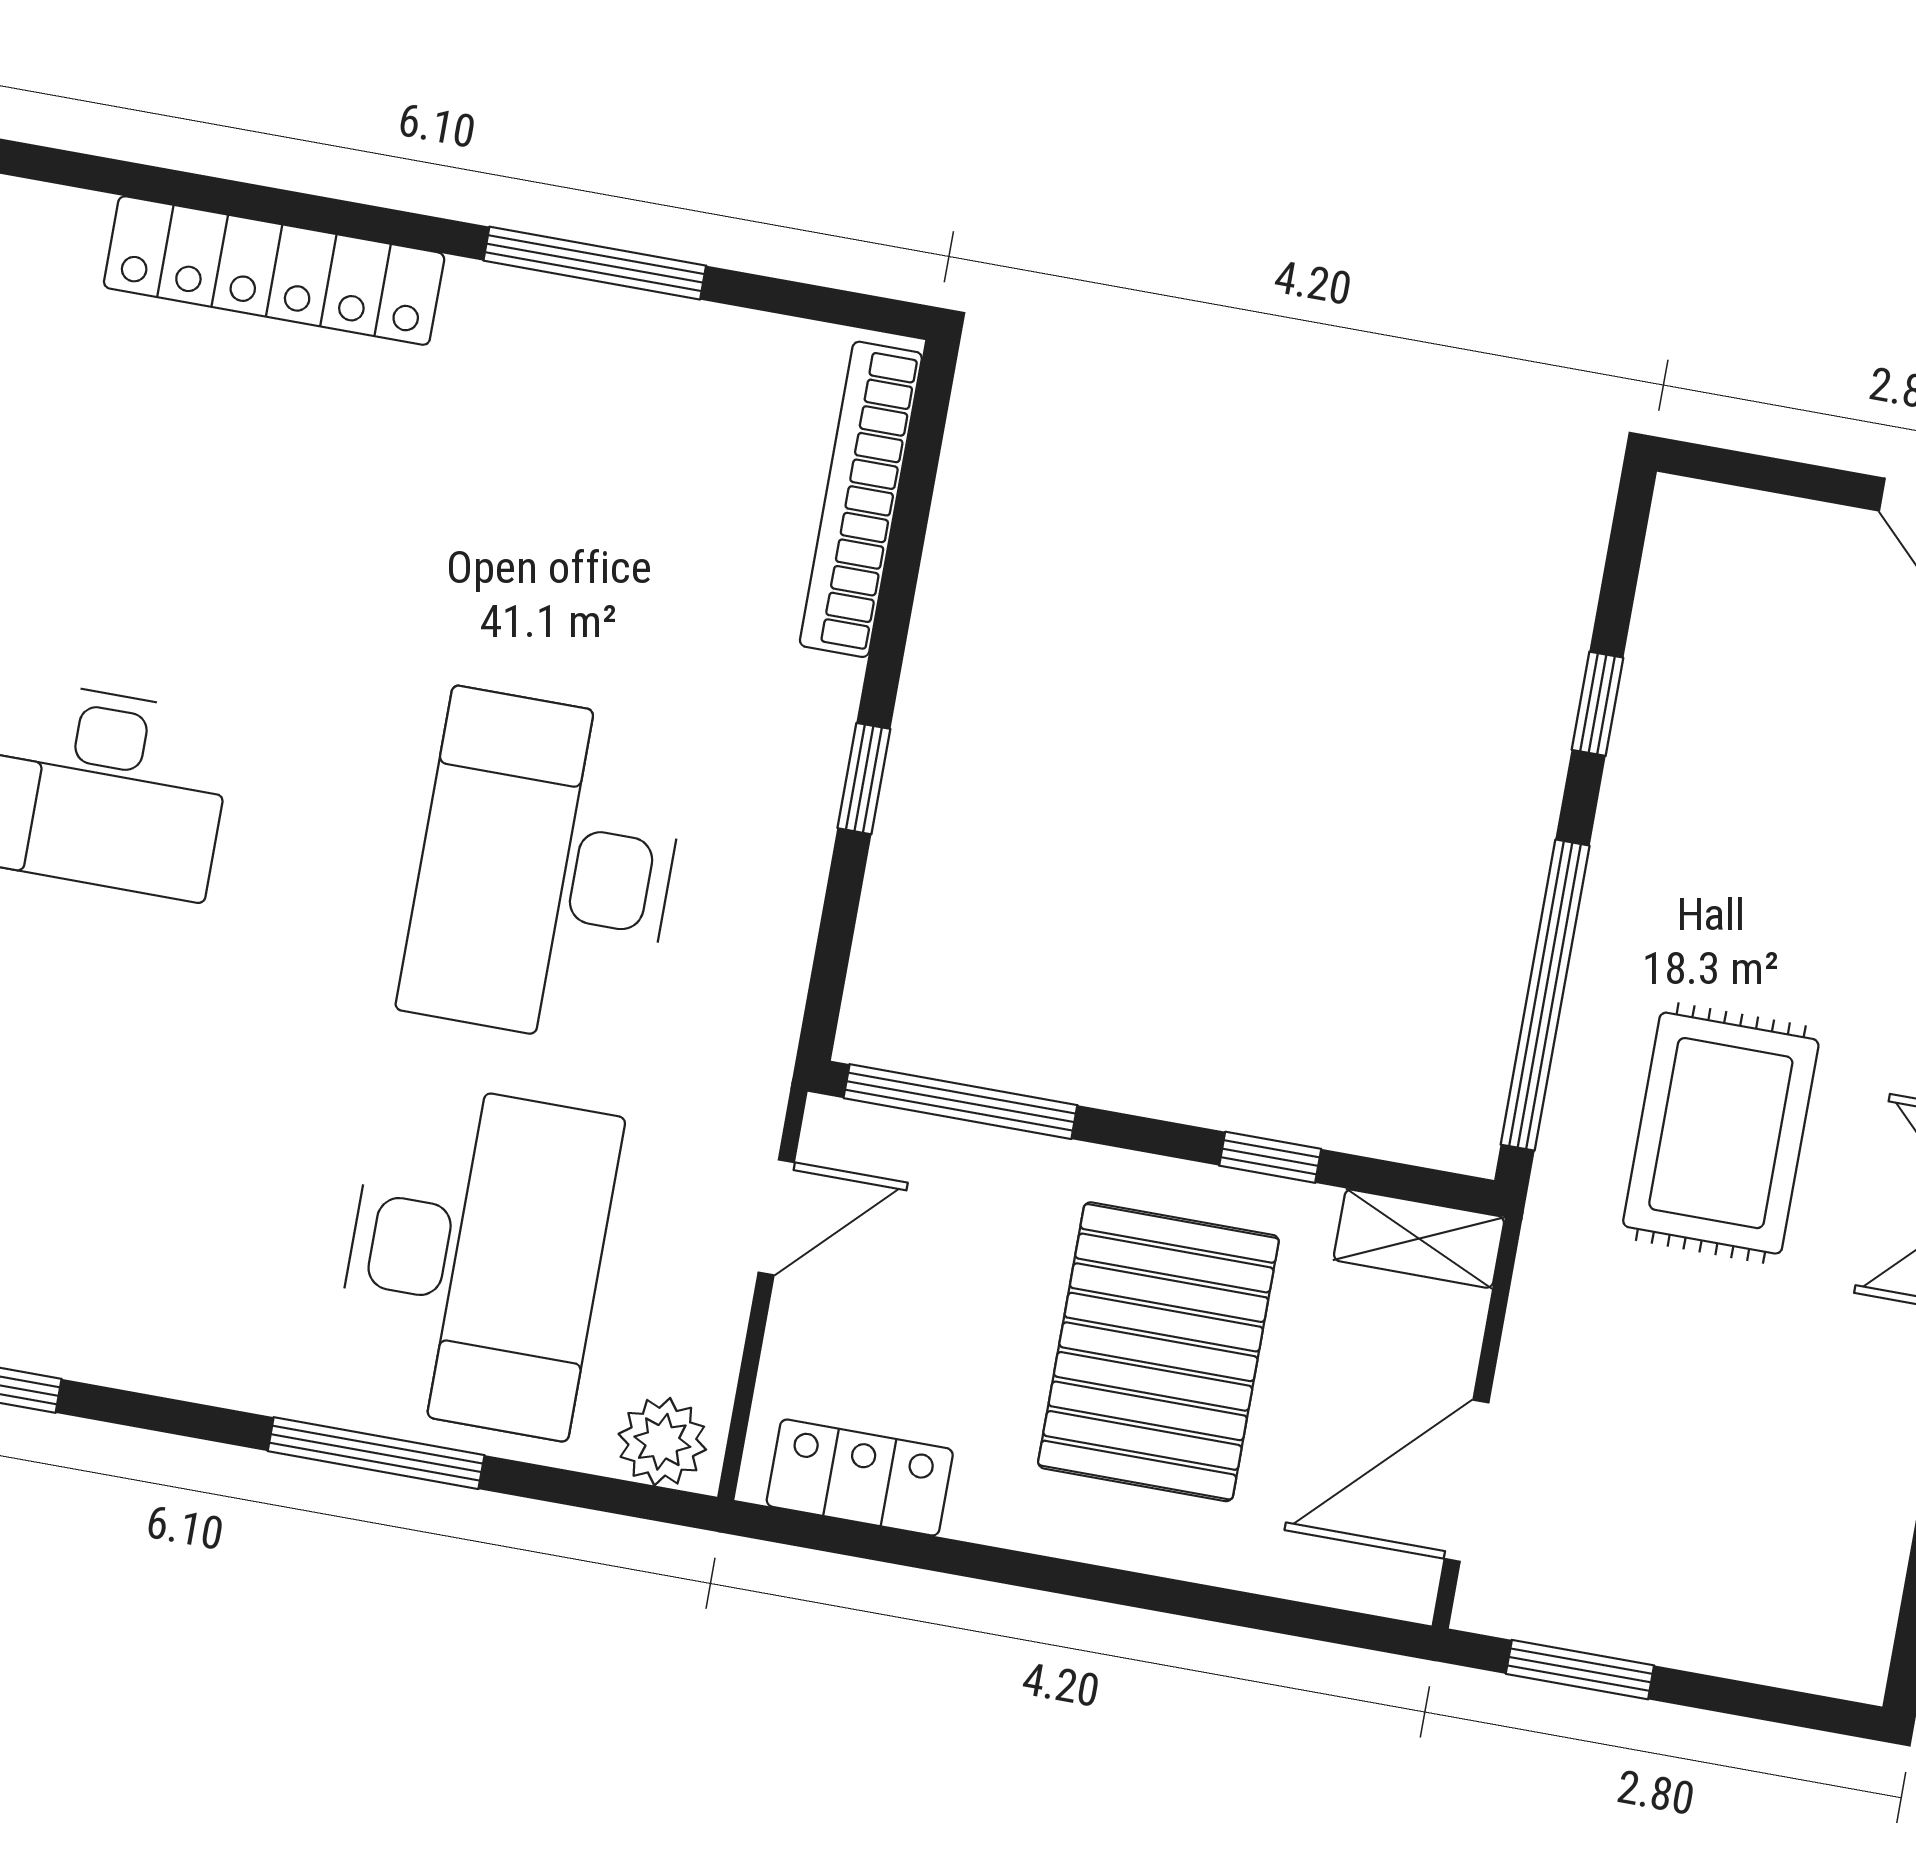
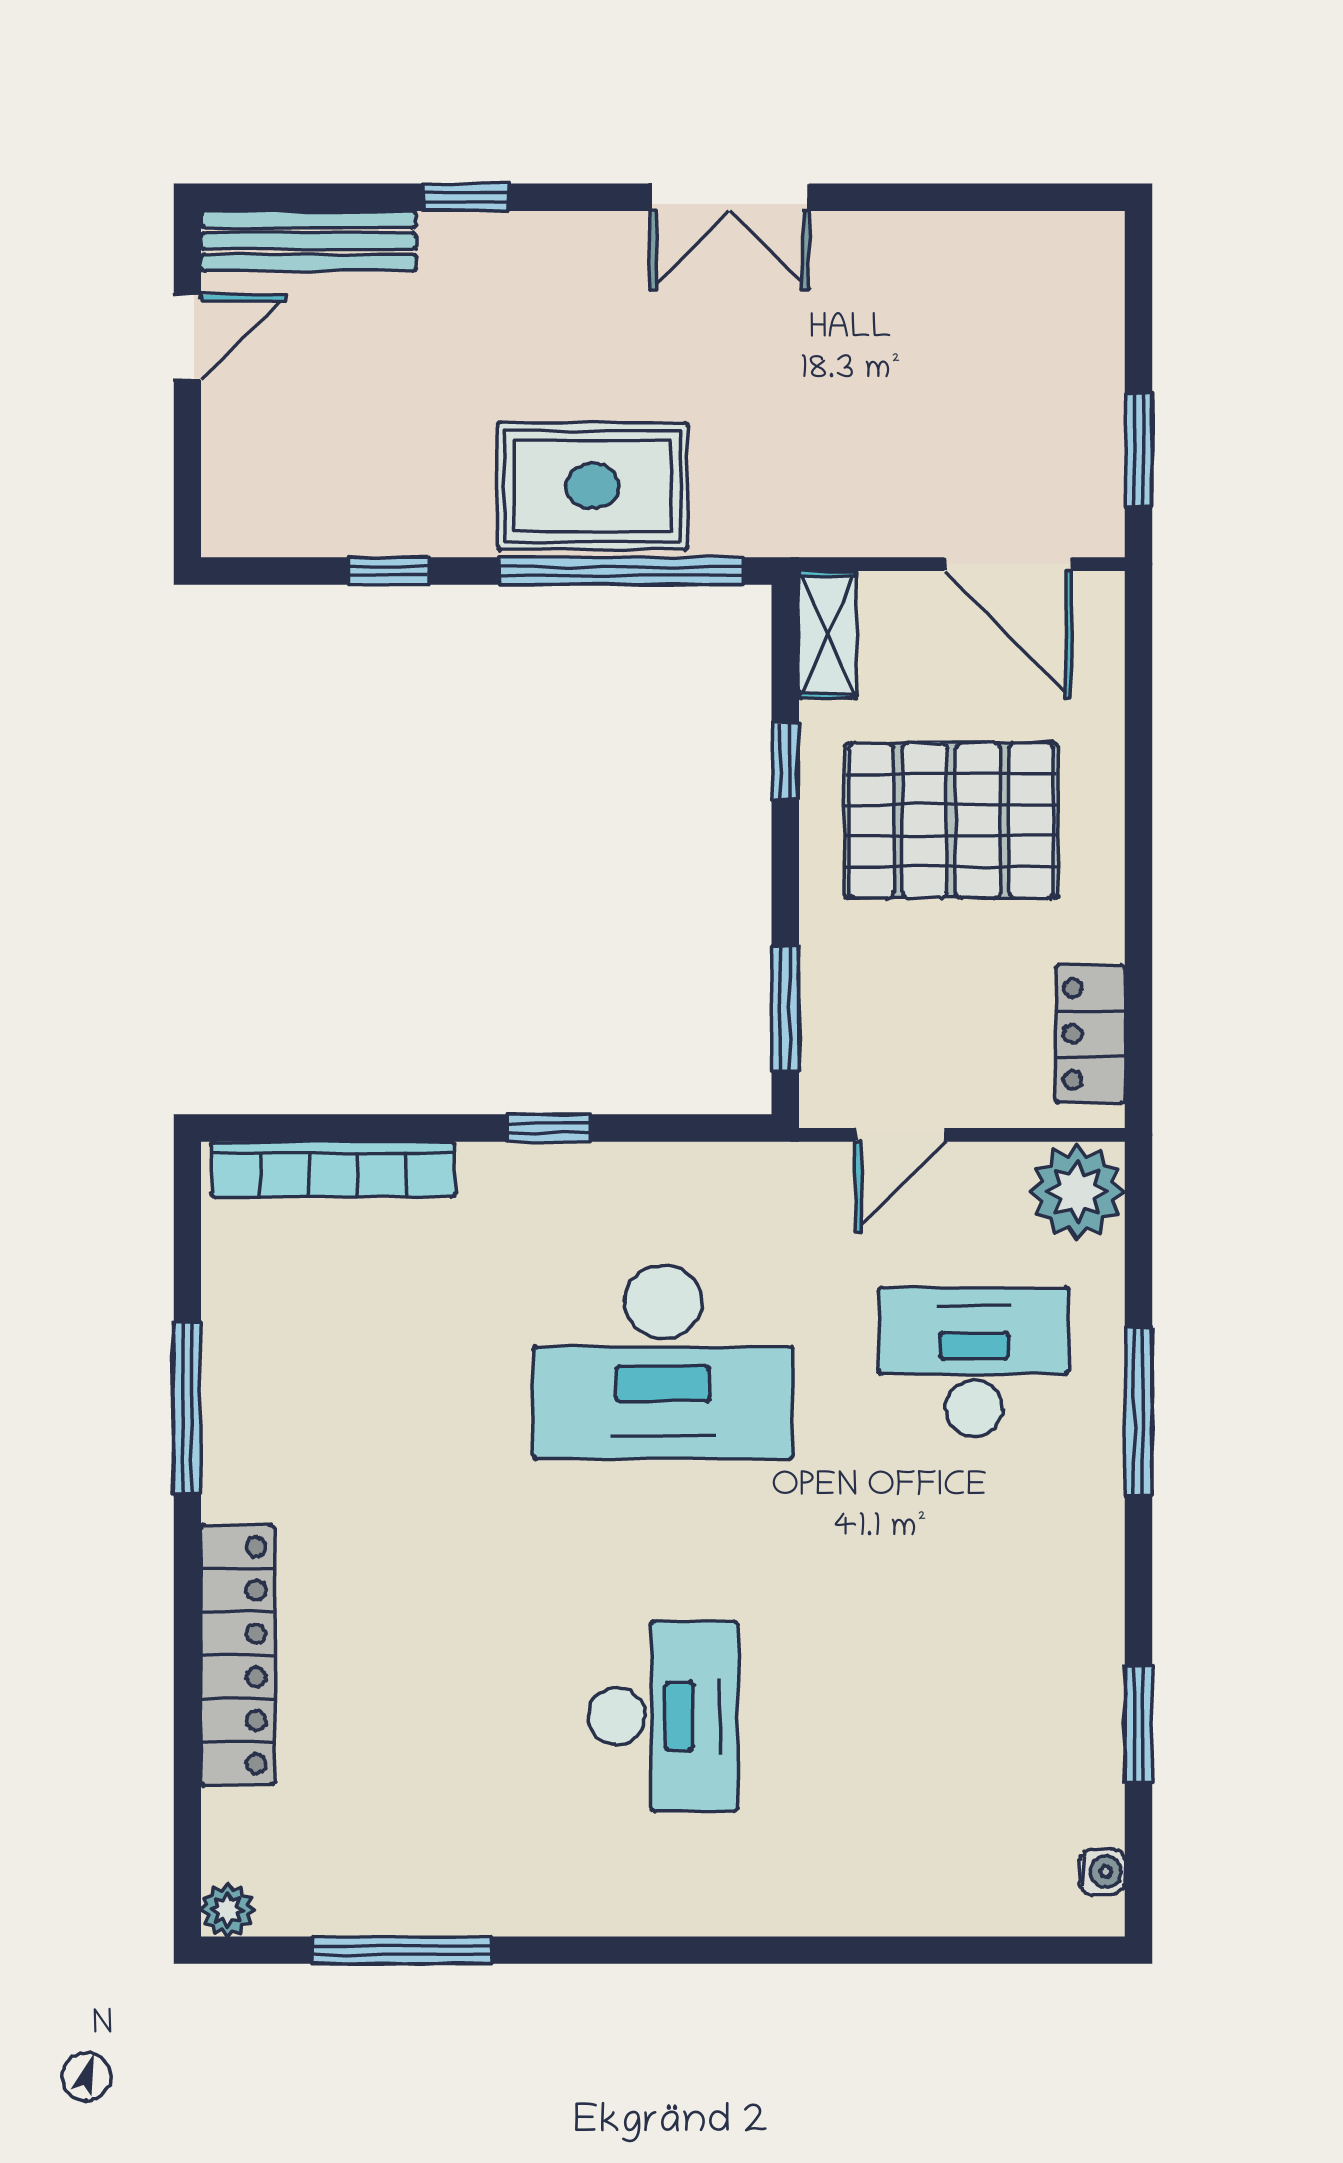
window: (960, 1102) -> (785, 1008), width x0.69
rug: (1721, 1133) -> (593, 486), moved
door: (776, 1217) -> (900, 1135), swing flipped
desk: (475, 1258) -> (974, 1362), width x0.73, depth x0.77
plant: (662, 1442) -> (1077, 1192), width x1.36, depth x1.36

